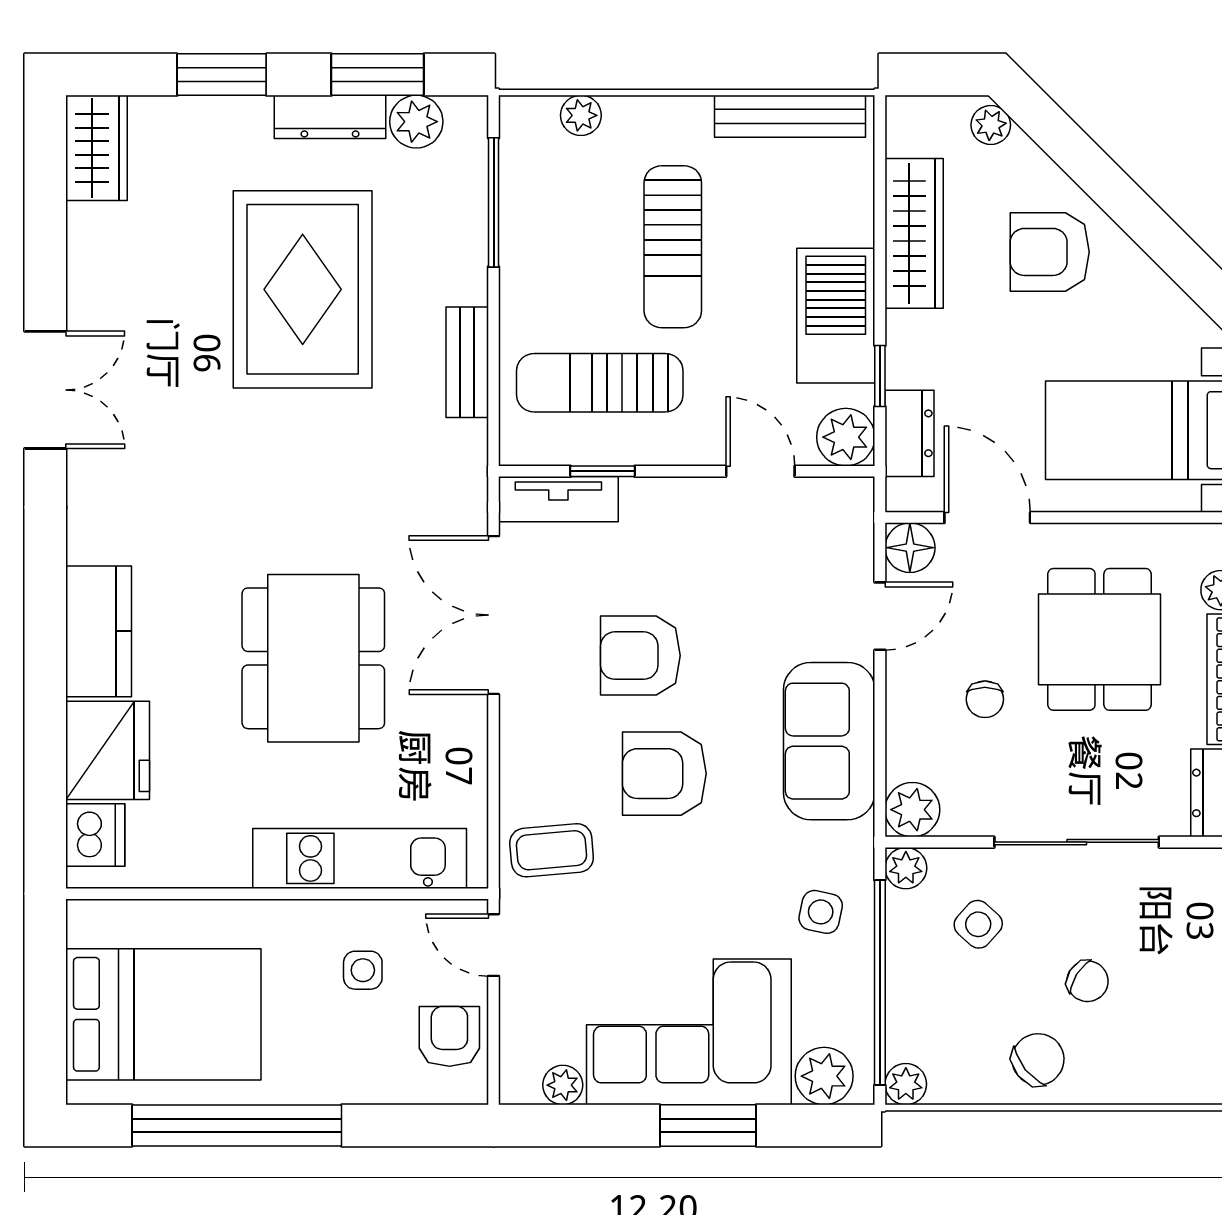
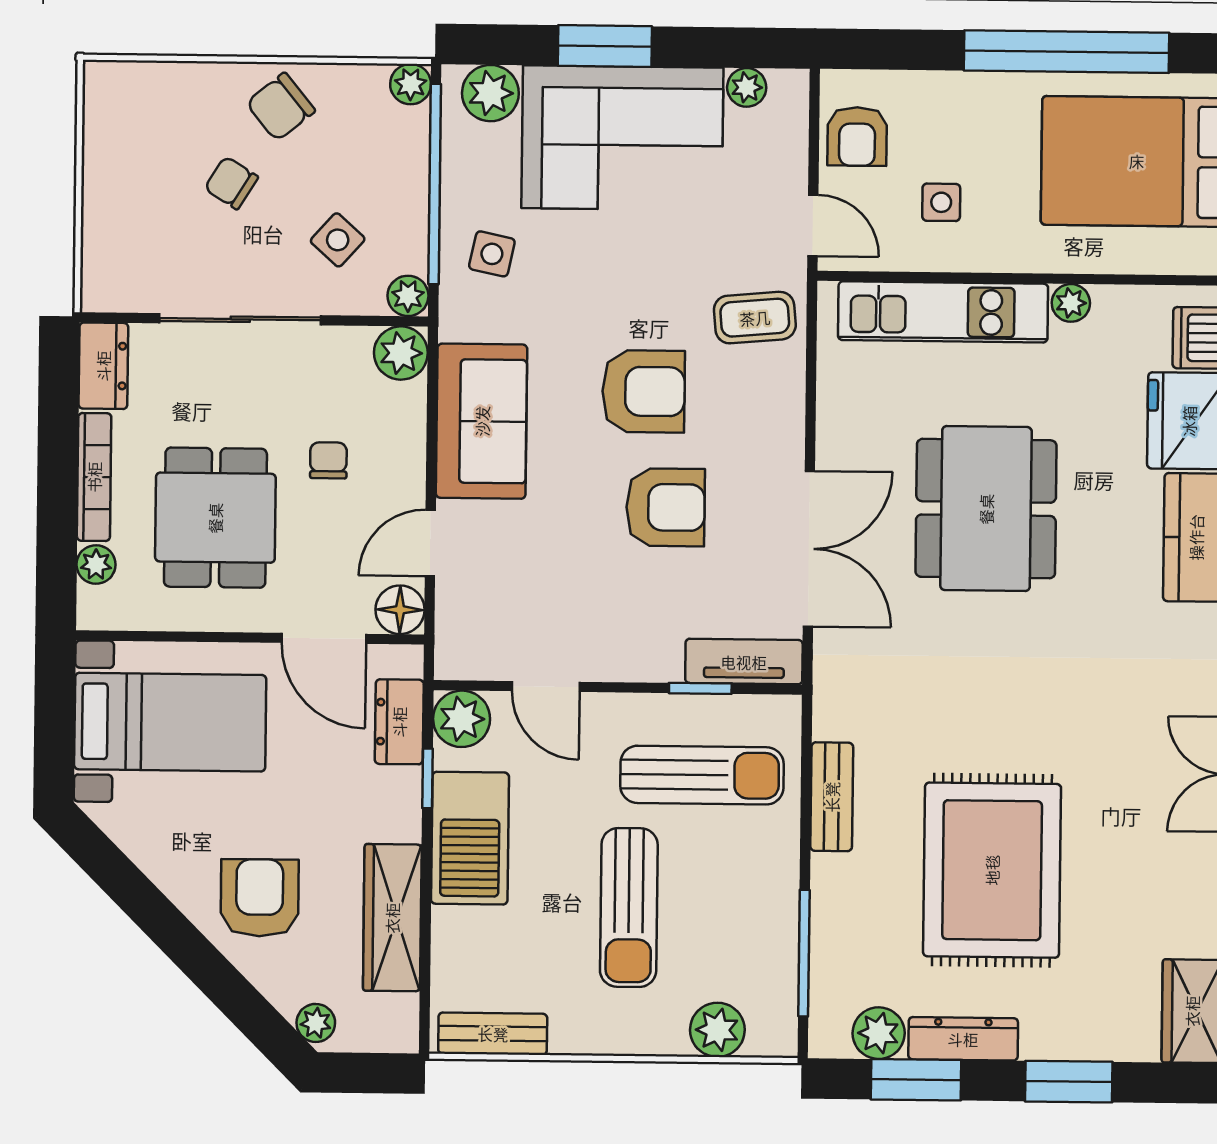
plant: (581, 115) -> (717, 1030), width x1.38, depth x1.38
bench: (790, 116) -> (493, 1034), width x0.73
sun lounger: (673, 247) -> (629, 908), turned 180
armchair: (1050, 252) -> (260, 898), turned -90
plant: (229, 869) -> (1071, 303), added

